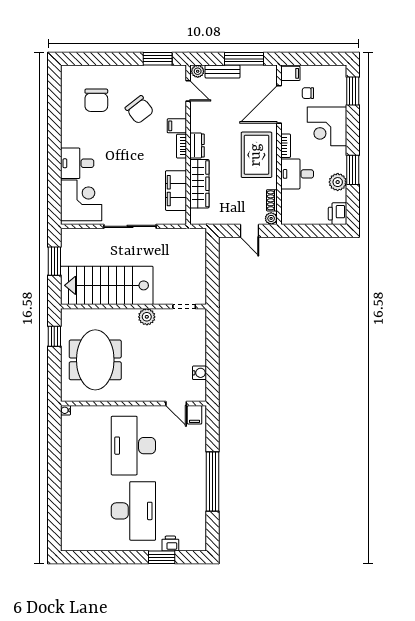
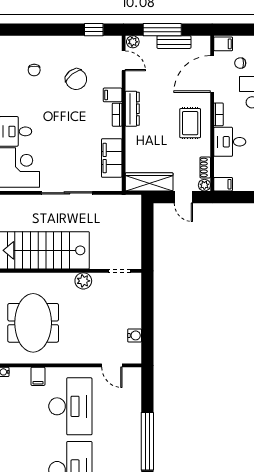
window: (158, 59) -> (94, 30), width x0.67
window: (244, 59) -> (162, 30), moved
bench: (223, 72) -> (174, 42), moved
chair: (96, 100) -> (34, 70), width x0.54, depth x0.54
dresser: (197, 146) -> (132, 109), width x1.44
rug: (256, 155) -> (190, 123), width x0.73, depth x0.70
wardrobe: (199, 184) -> (149, 182), moved, turned -90
filing cabinet: (290, 217) -> (223, 184), added
filing cabinet: (195, 415) -> (38, 376), moved
desk: (133, 446) -> (70, 406), turned 180

